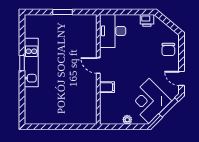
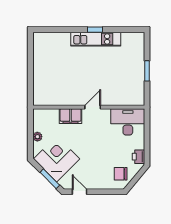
chair: (168, 49) -> (121, 174), moved
door: (181, 78) -> (80, 192), hinge flipped
filing cabinet: (107, 87) -> (71, 116), width x2.00

